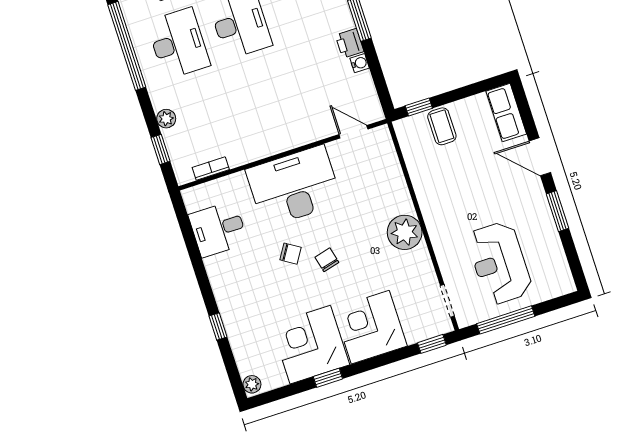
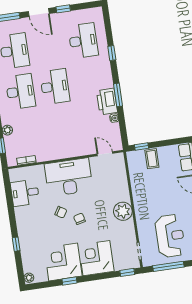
printer: (350, 43) -> (107, 101), width x1.87, depth x1.48
reception desk: (499, 263) -> (170, 236), turned 180

